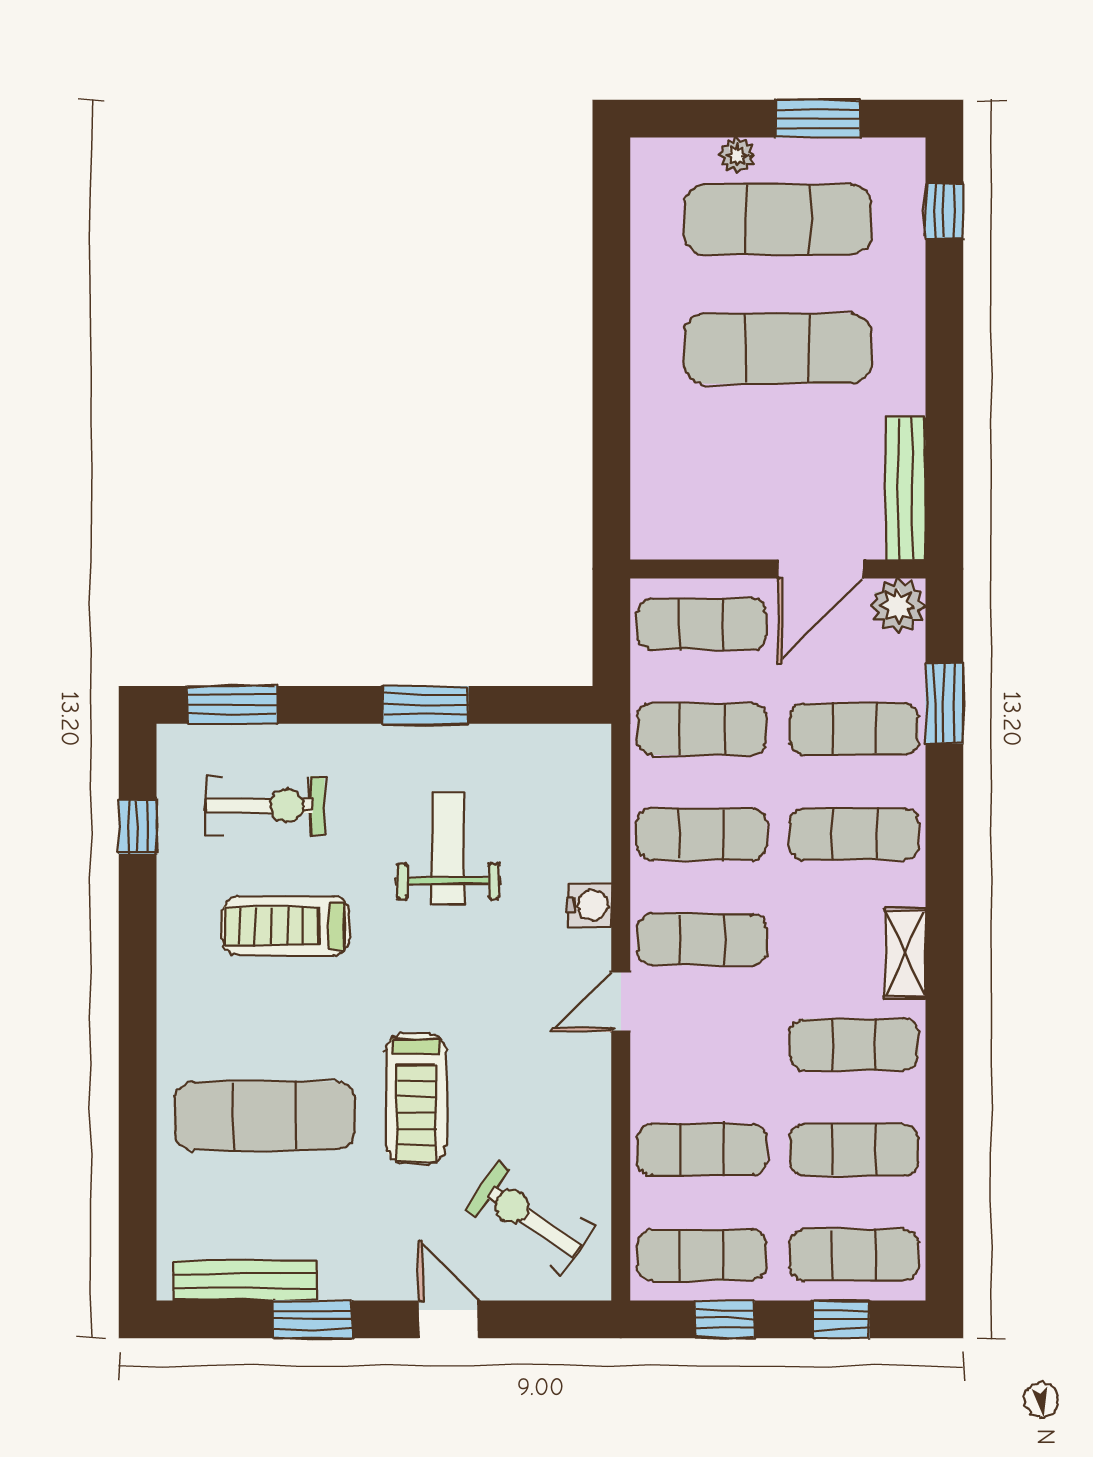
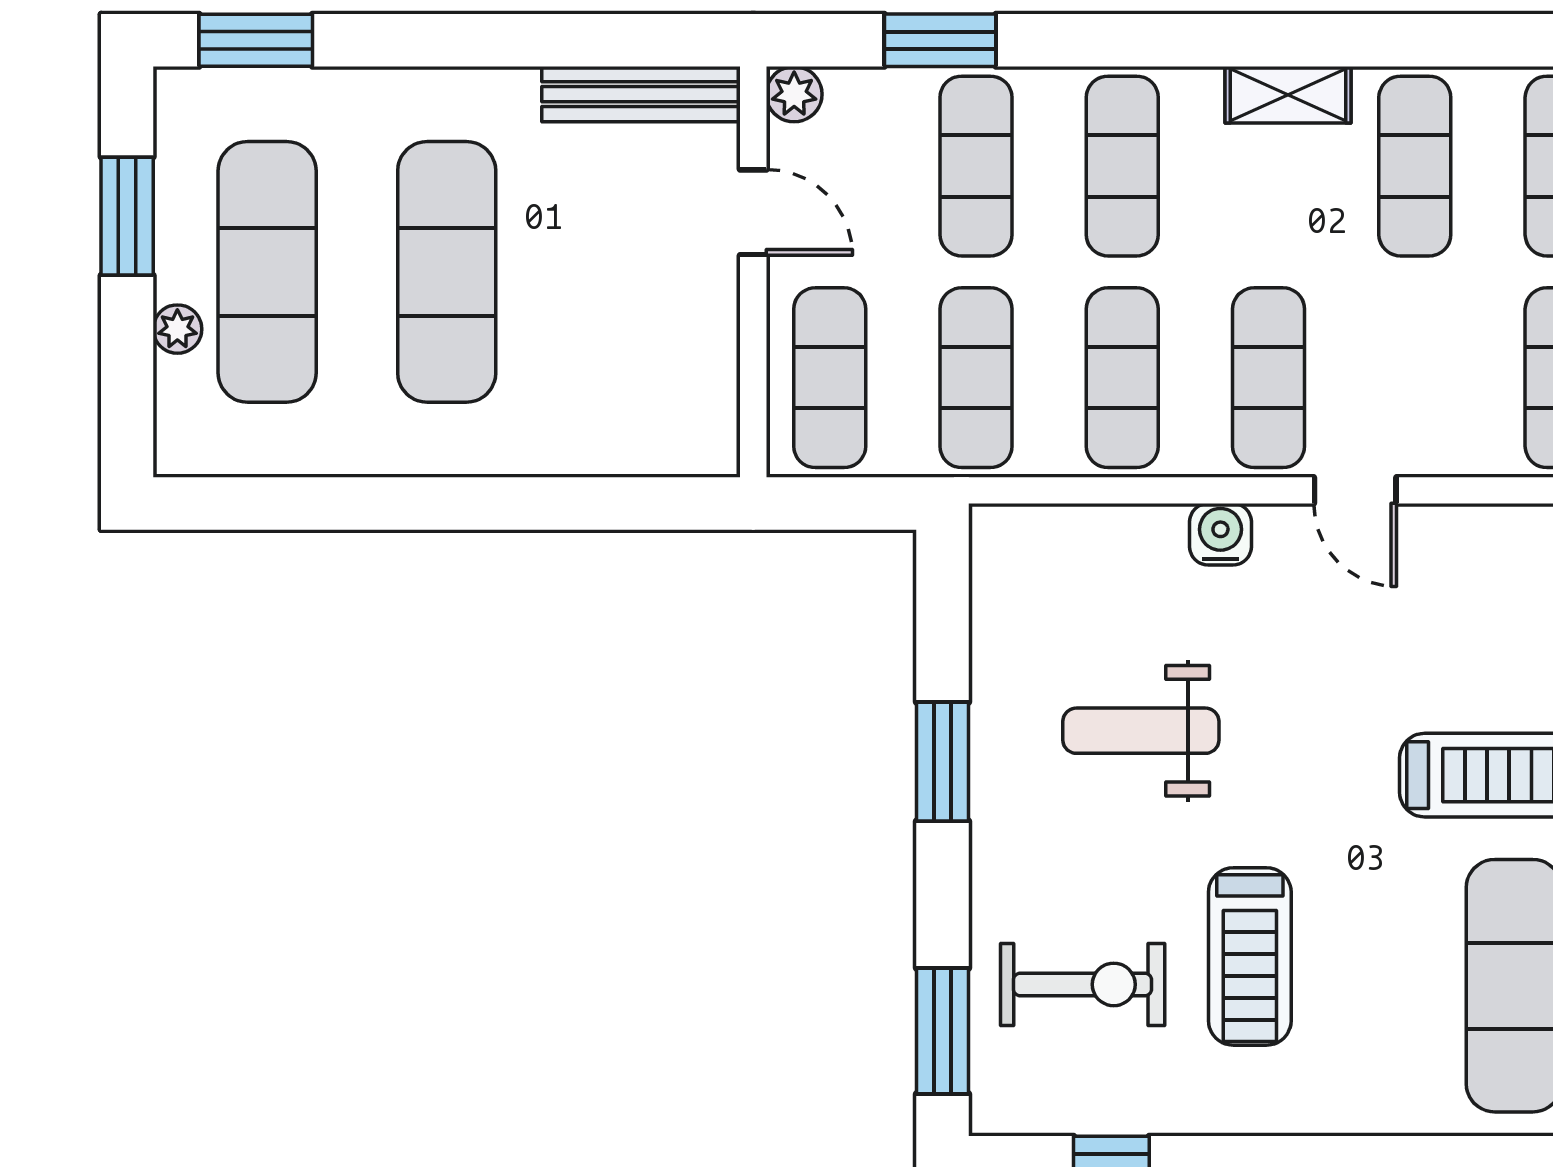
window: (944, 211) -> (256, 40), width x1.50
door: (821, 569) -> (753, 212), width x0.73
plant: (898, 606) -> (794, 94), width x0.73, depth x0.73
exercise bike: (266, 806) -> (1083, 984), turned 90

